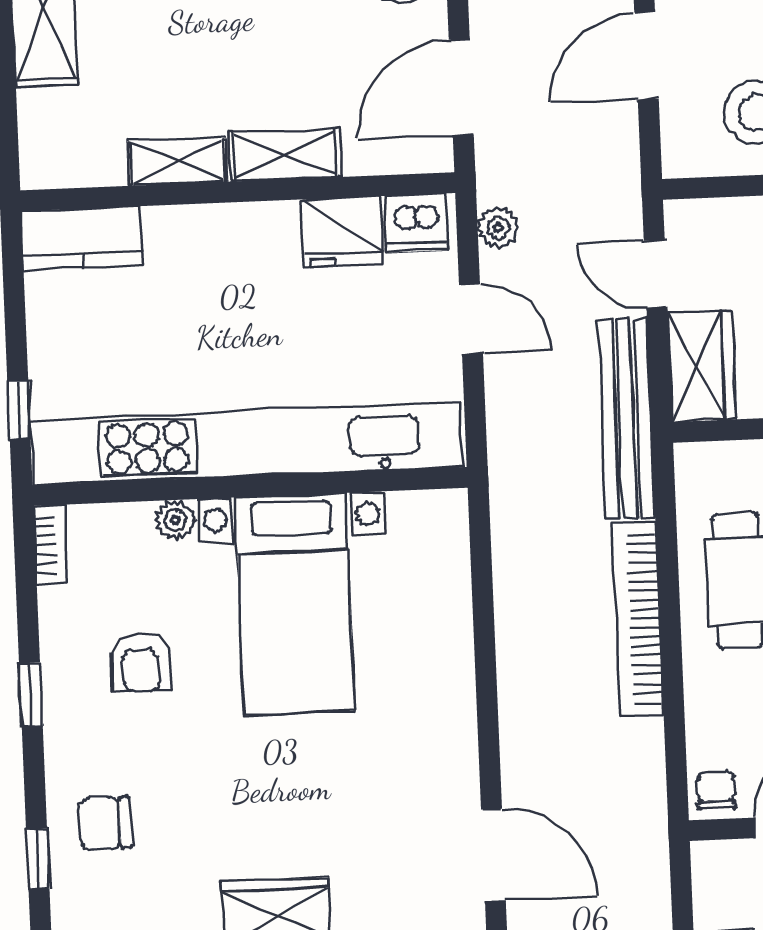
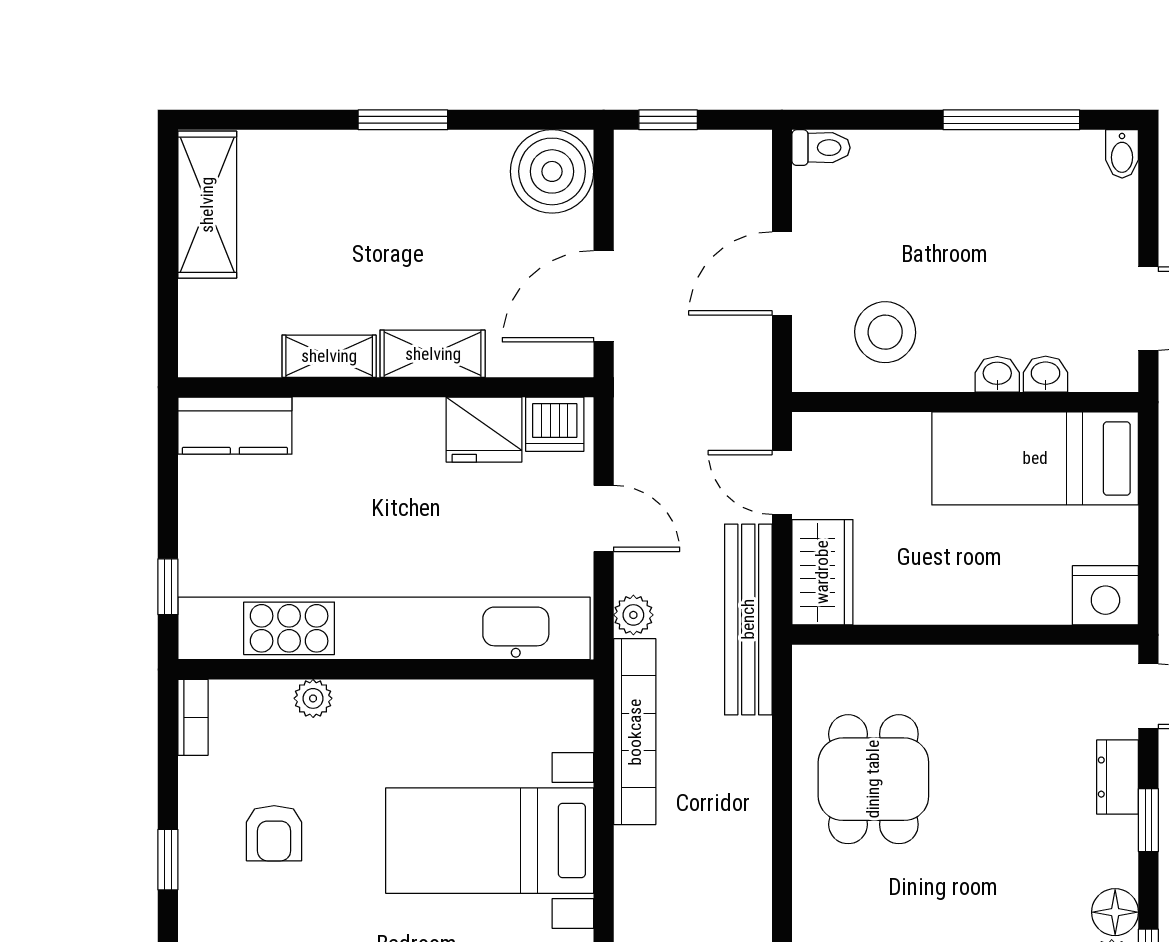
plant: (498, 228) -> (633, 615), moved
bed with nightstands: (295, 604) -> (490, 841), moved, turned 90
bookcase: (638, 619) -> (635, 732), moved, turned 180

